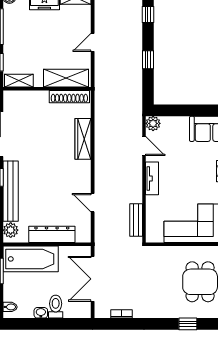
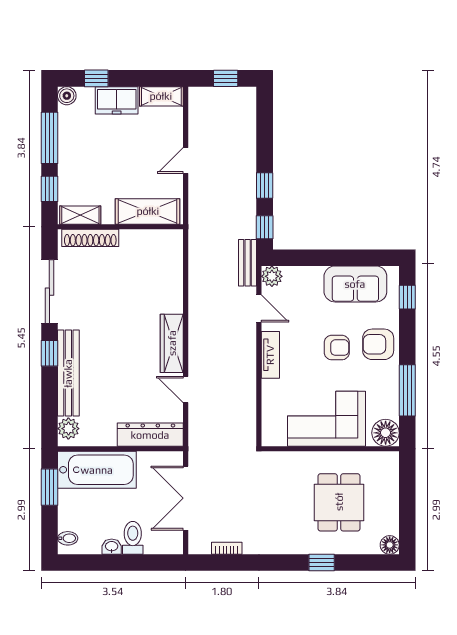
window: (148, 14) -> (265, 227), moved
shoe rack: (69, 97) -> (90, 238), moved
wardrobe: (83, 139) -> (172, 343), moved
armchair: (199, 173) -> (337, 348), added
bench: (136, 220) -> (248, 263), moved
dresser: (52, 234) -> (150, 435), moved

